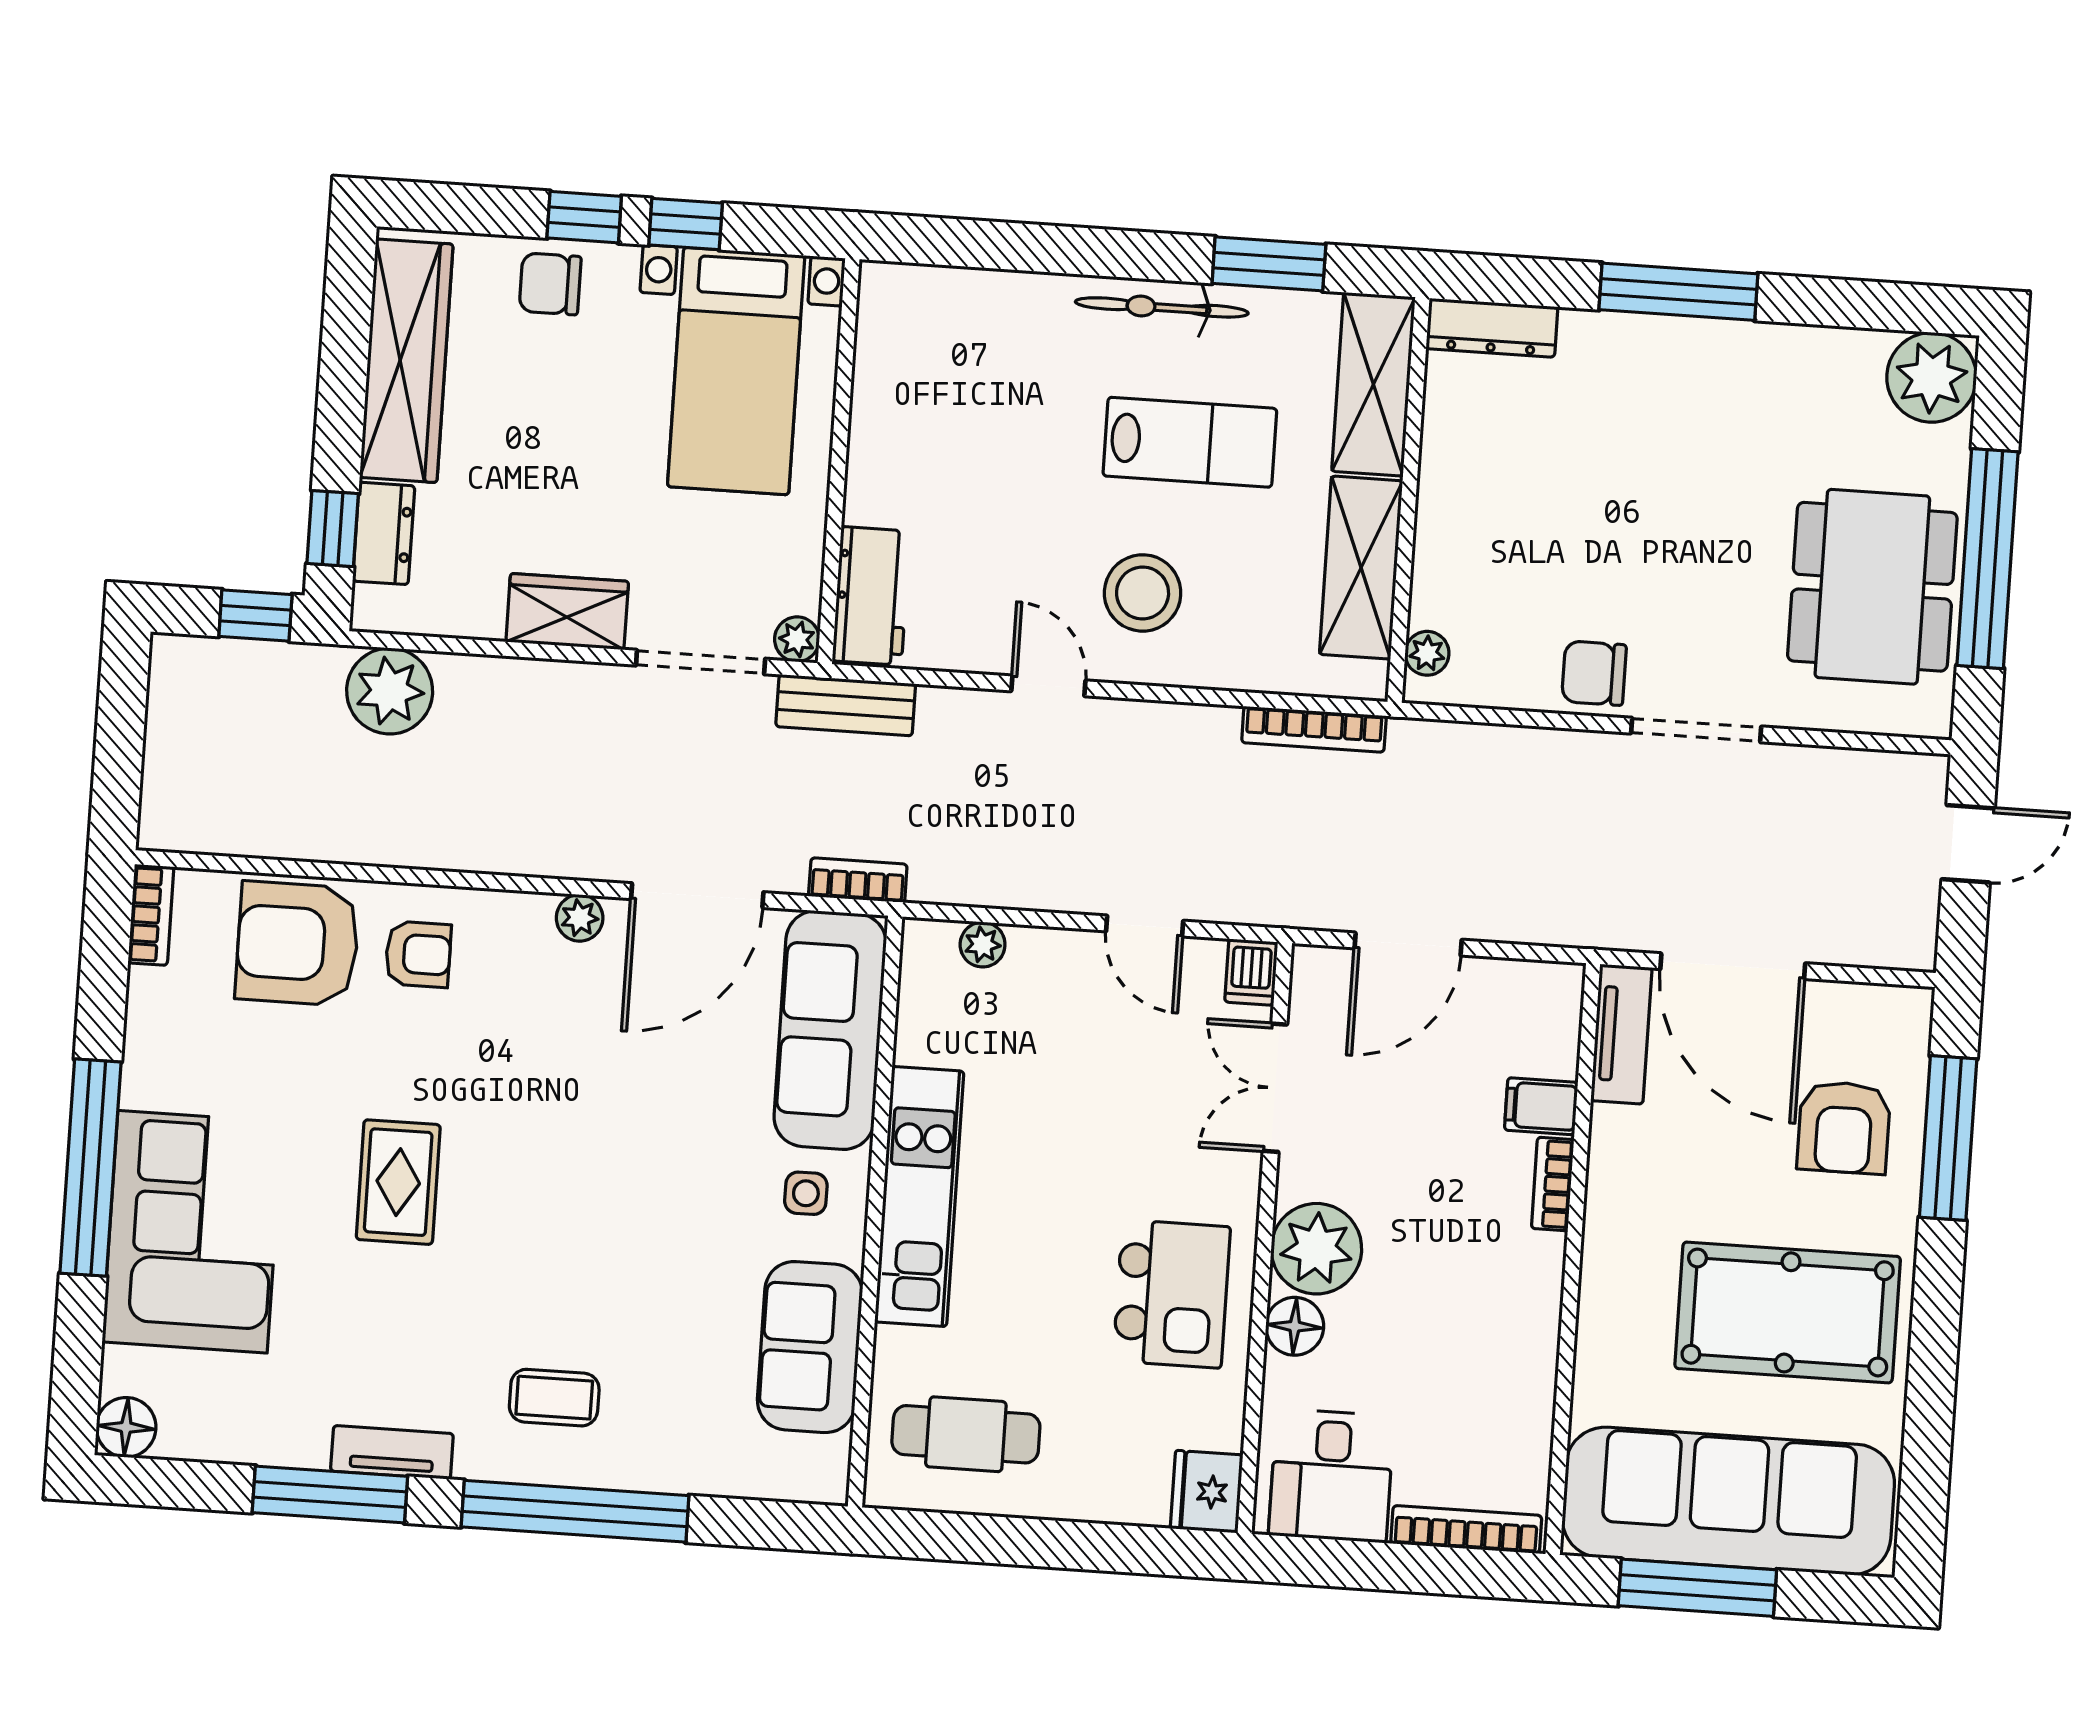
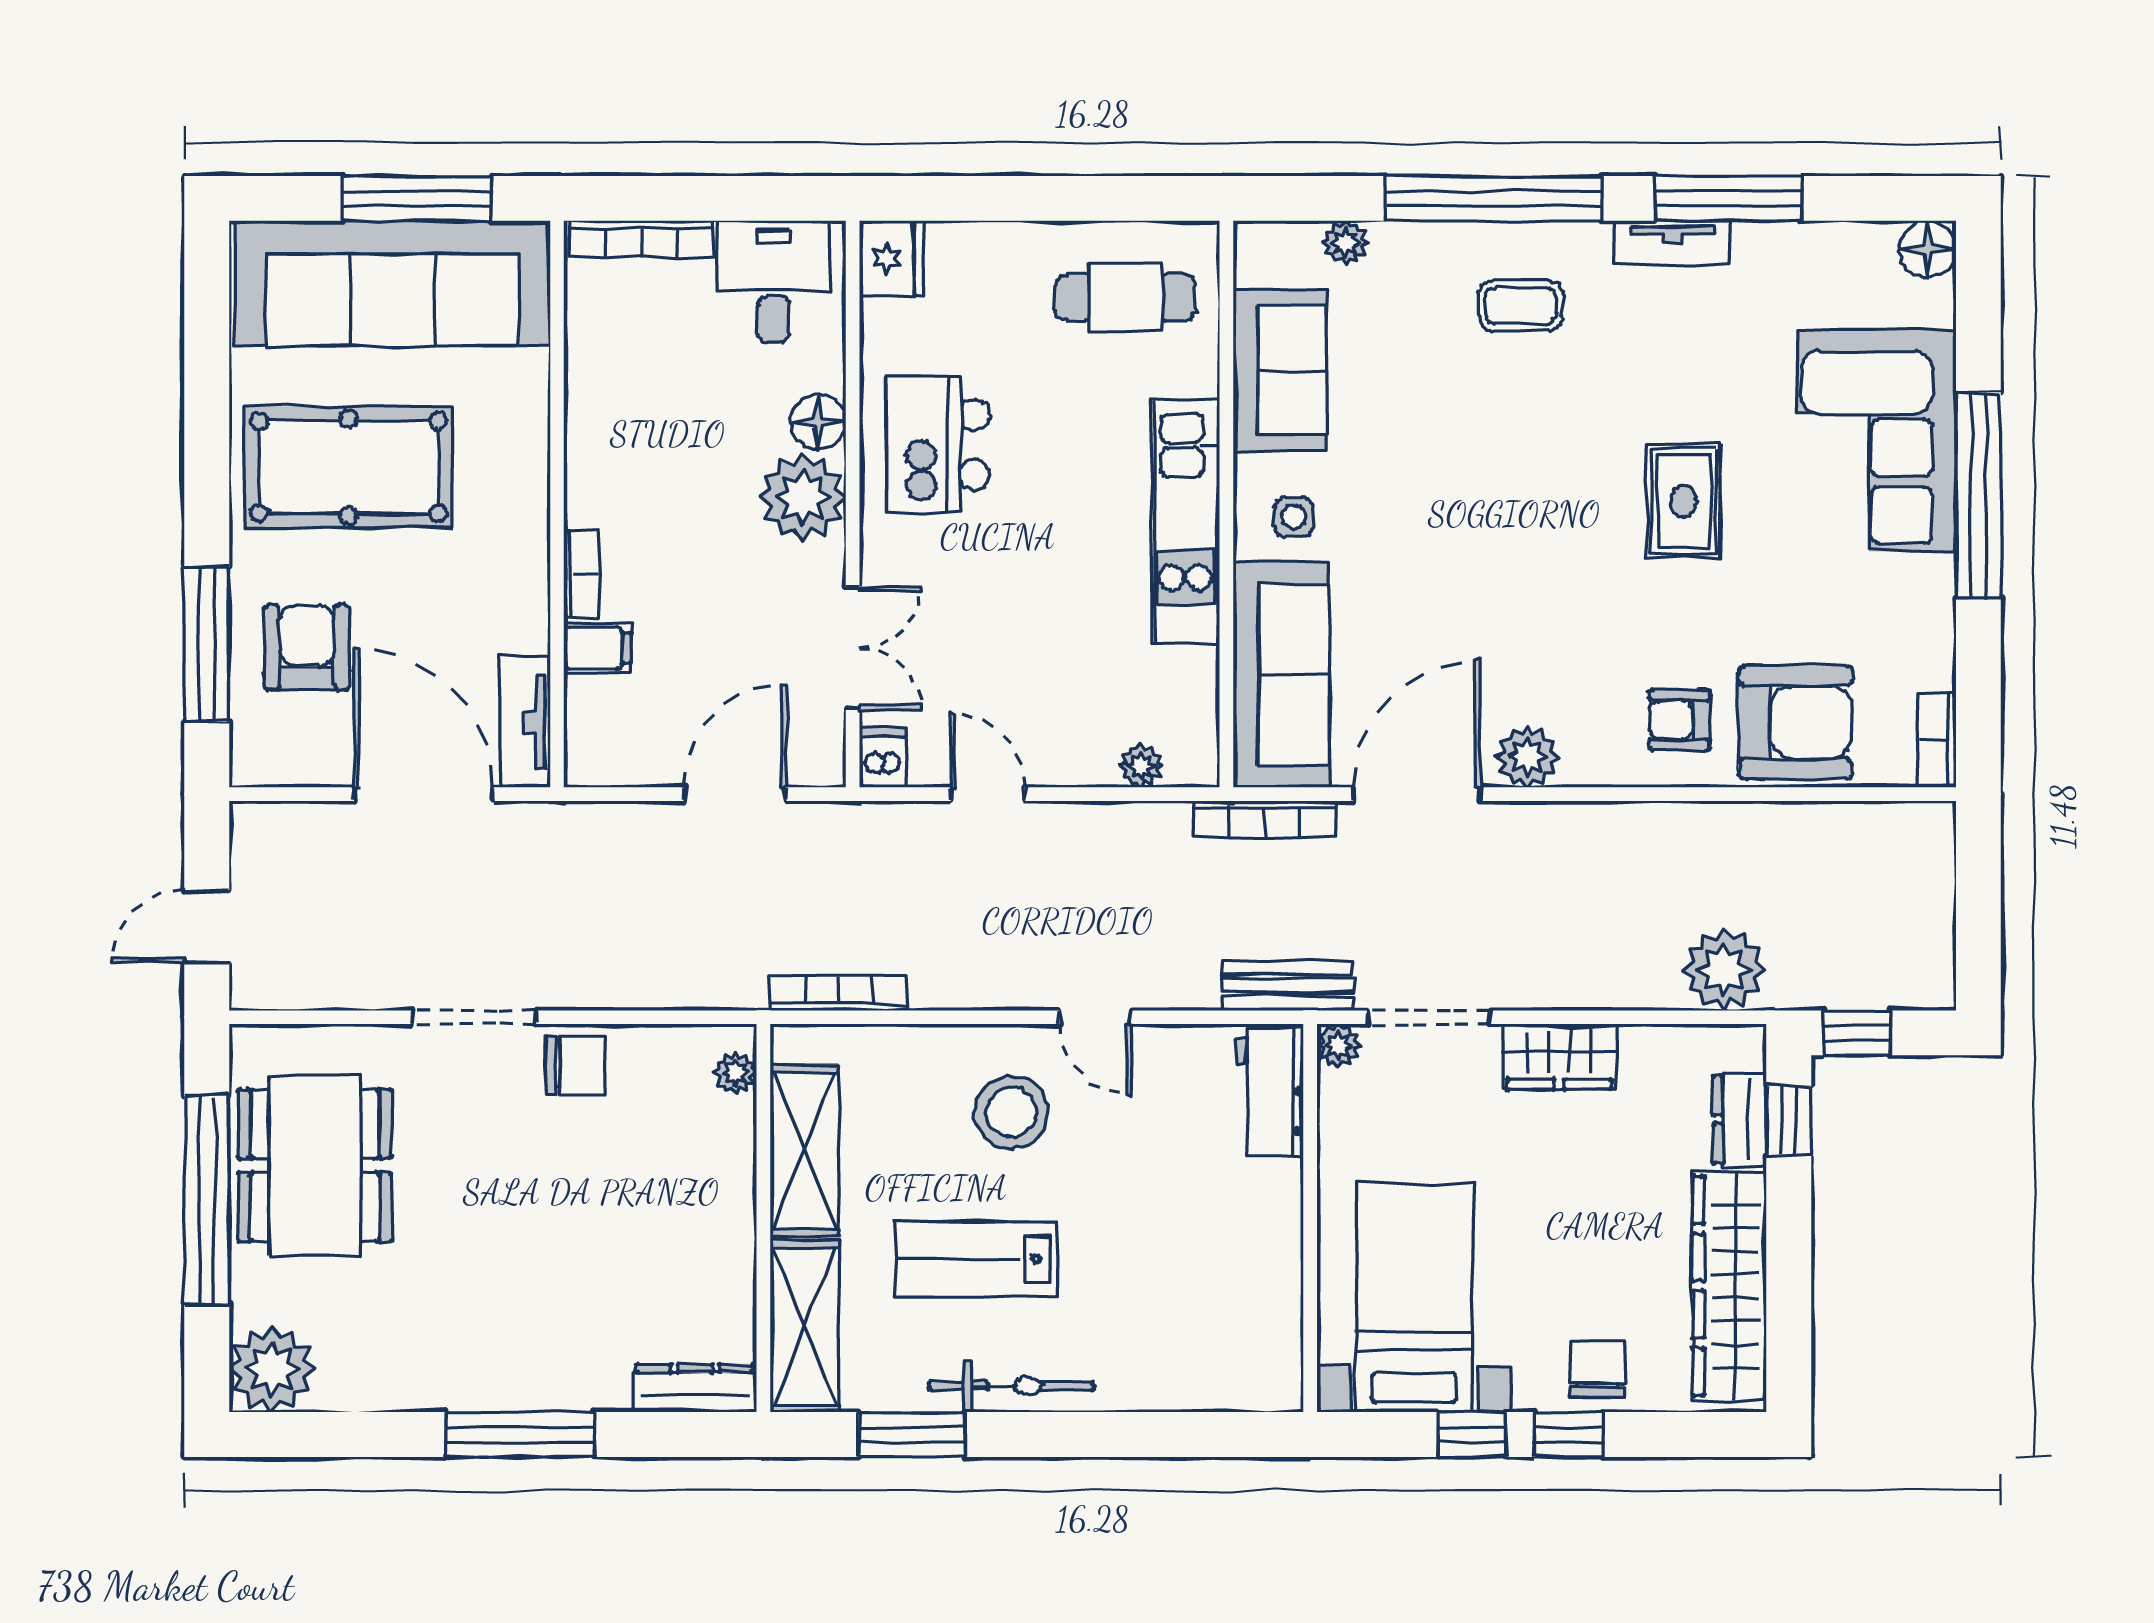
chair: (550, 284) -> (1597, 1369), turned -90
bookcase: (858, 880) -> (1264, 819), width x1.56
plant: (580, 918) -> (1528, 757), width x1.38, depth x1.38
plant: (732, 1476) -> (1345, 243), added

